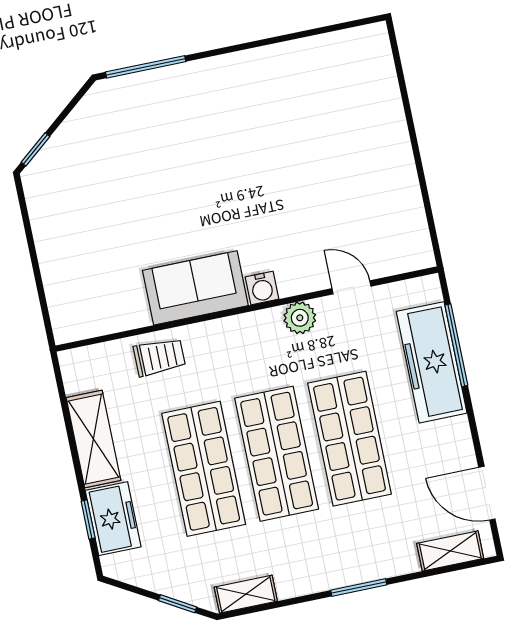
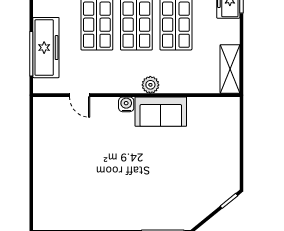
plant: (300, 318) -> (150, 85), moved
trolley: (159, 357) -> (187, 80), removed
shelving: (93, 439) -> (230, 69), moved

